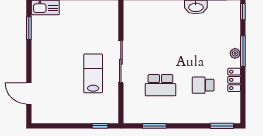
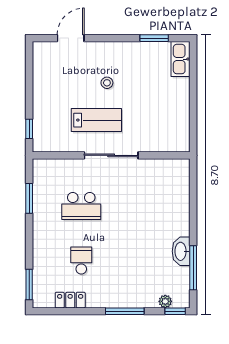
plant: (235, 53) -> (165, 301), moved
stool: (64, 65) -> (107, 83), added
locker: (234, 80) -> (70, 300), moved
school desk: (160, 85) -> (81, 206), turned -90

